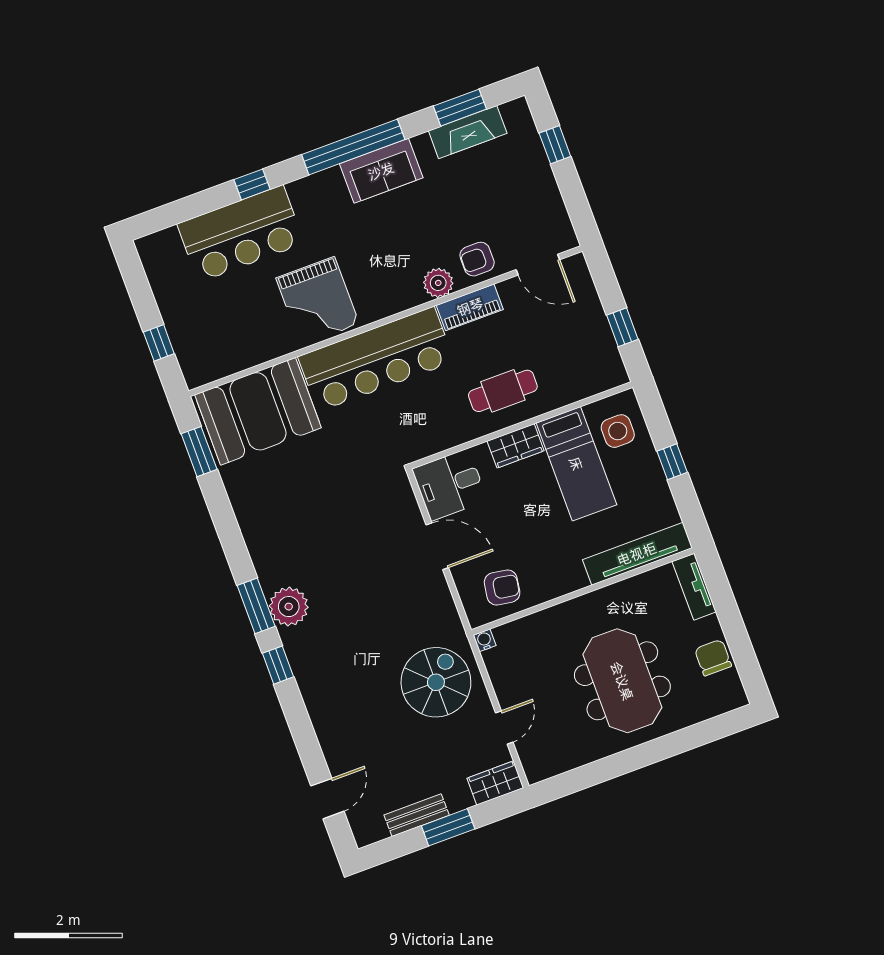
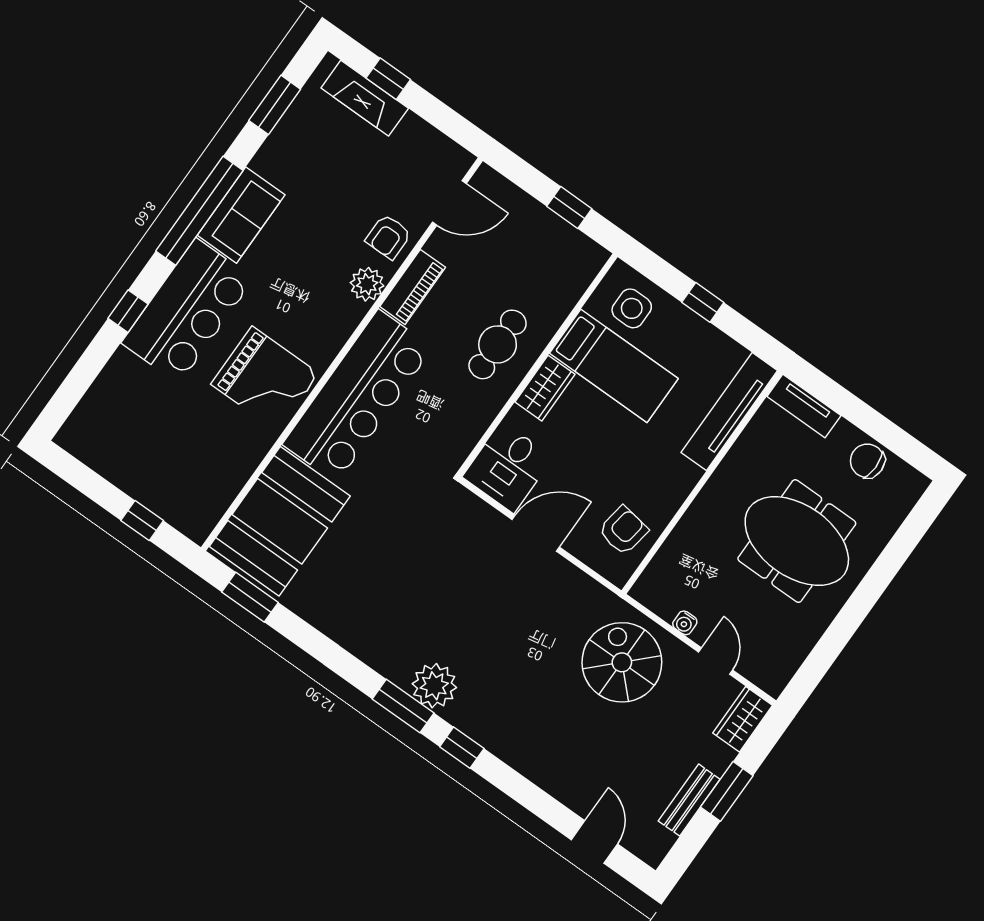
fireplace: (468, 132) -> (365, 98), moved, turned 90
bar counter: (241, 234) -> (187, 311), moved
water cooler: (485, 640) -> (685, 623), moved, turned -90

